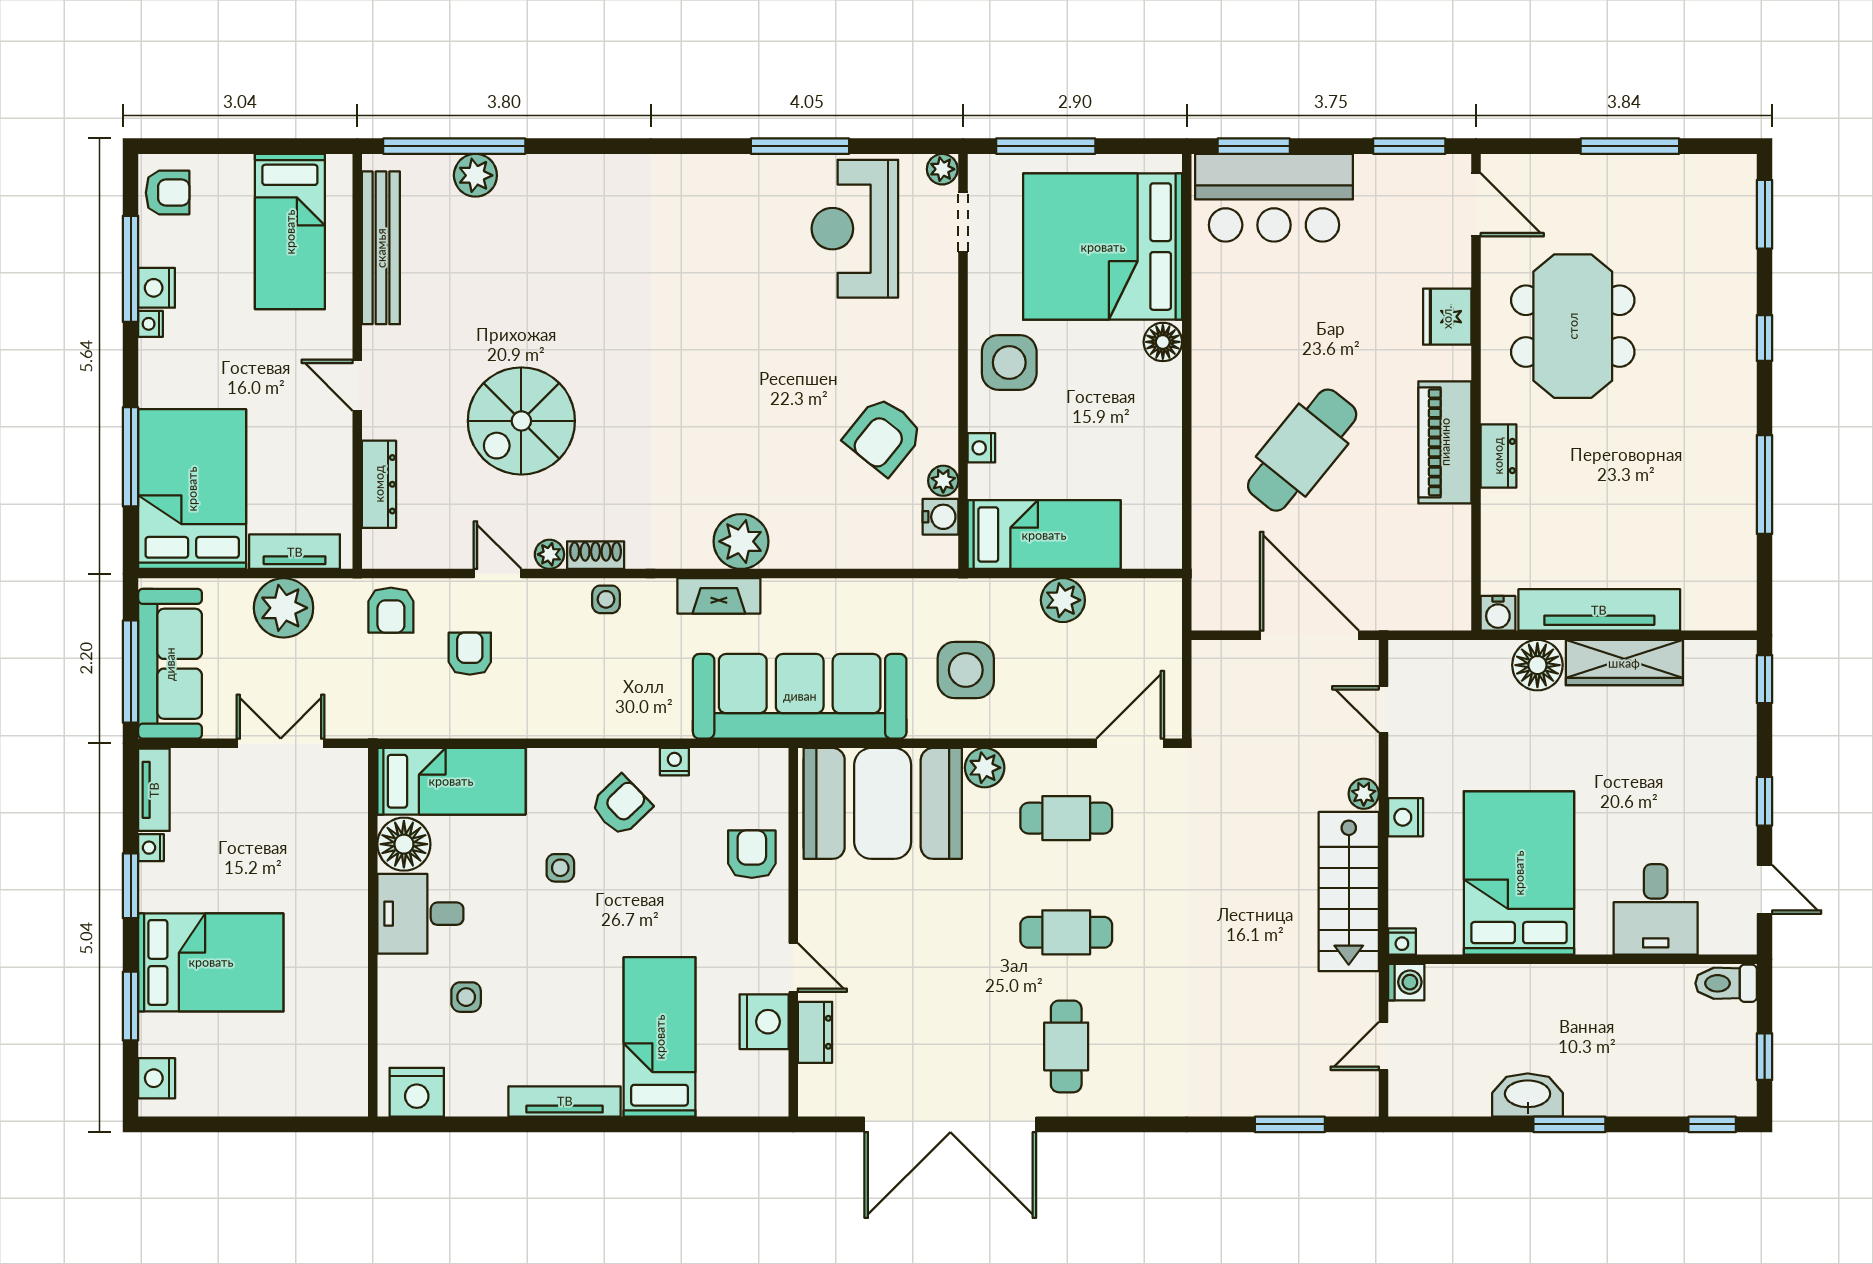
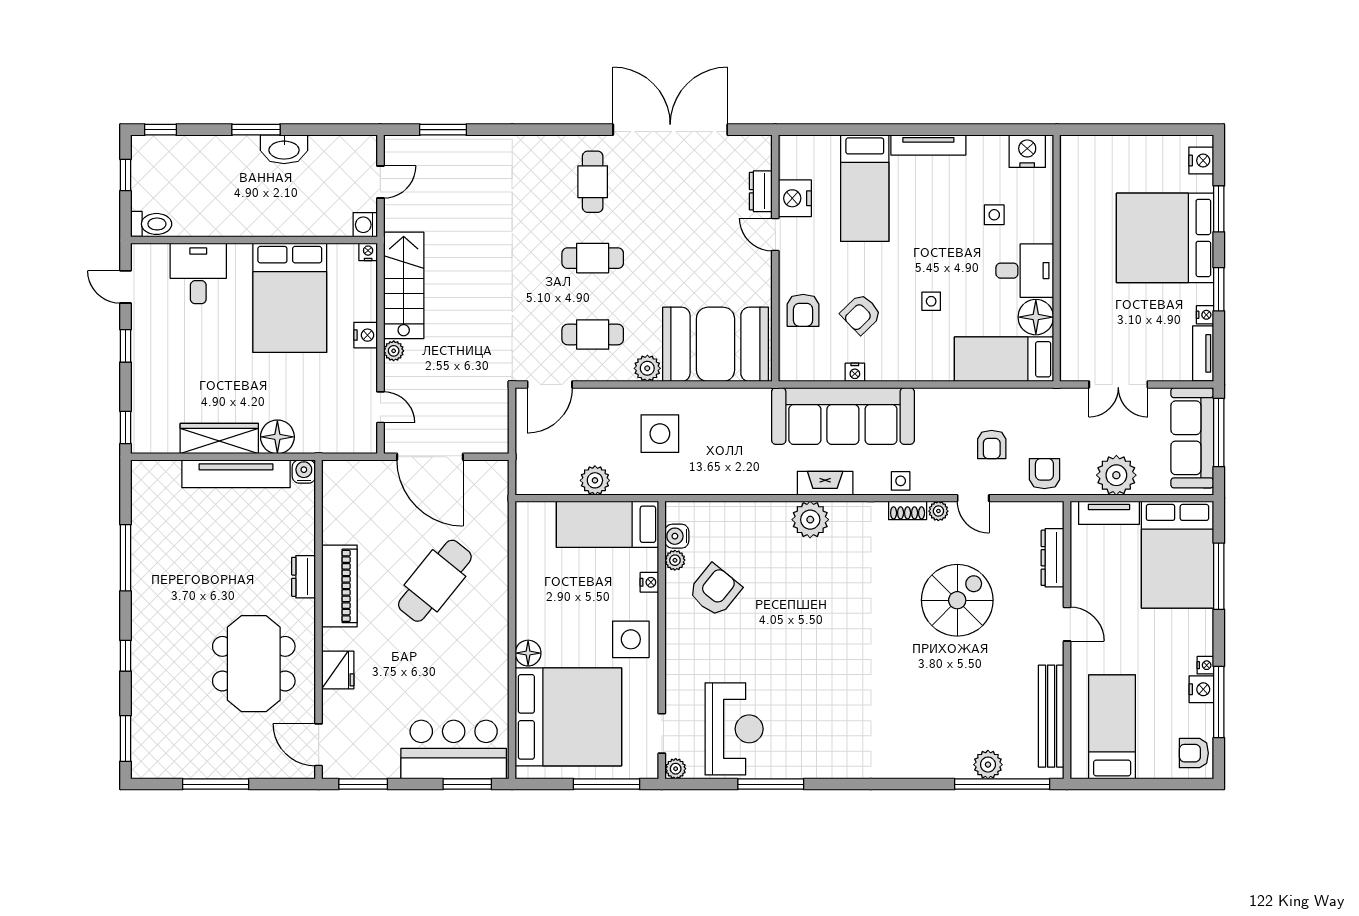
sofa: (800, 696) -> (843, 416), moved
armchair: (621, 806) -> (861, 314), moved
bed: (211, 962) -> (1165, 238), width x1.36

